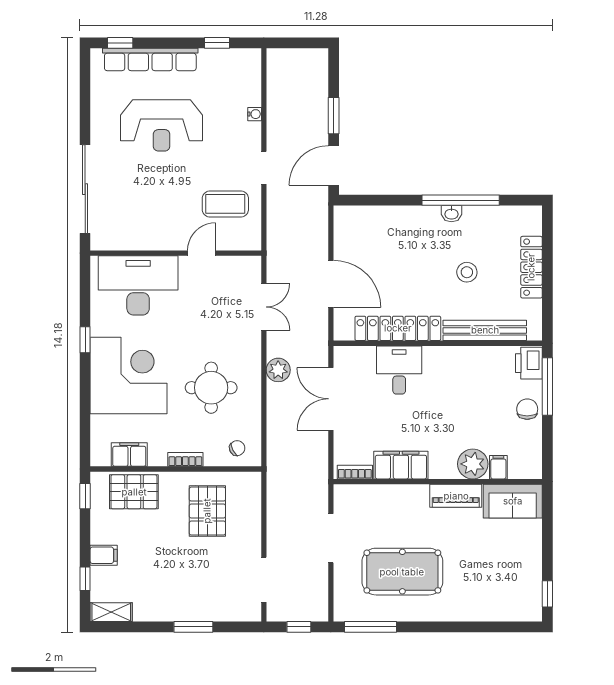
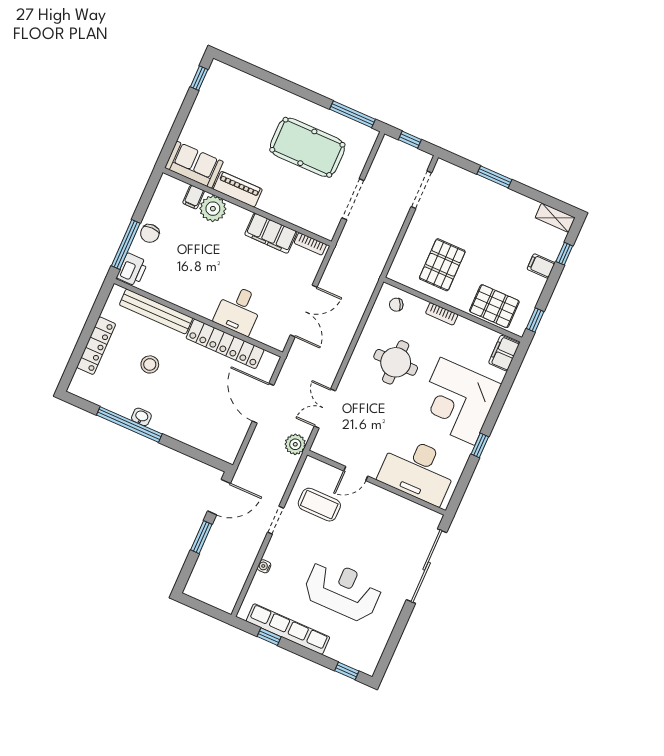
row of seats: (150, 59) -> (288, 629), moved
plant: (278, 370) -> (295, 444), moved
filing cabinet: (129, 455) -> (504, 353), moved, turned 90

